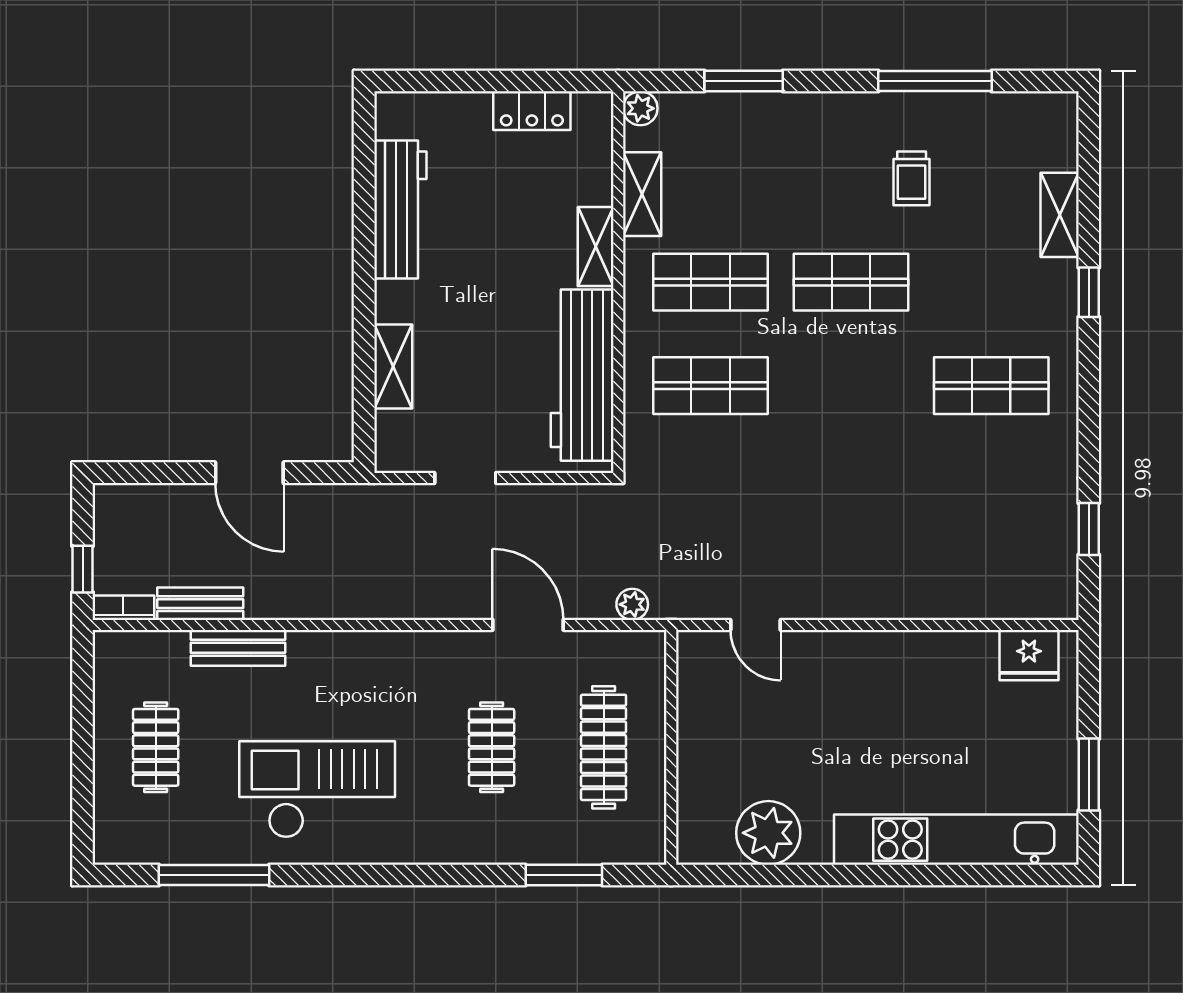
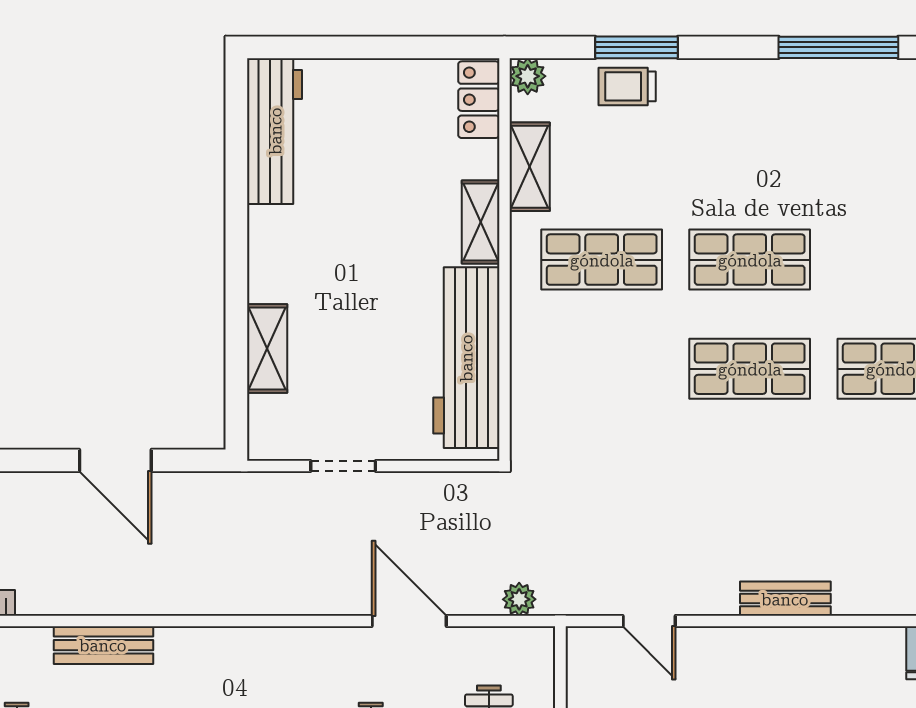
locker: (532, 111) -> (479, 100), moved, turned 90
trolley: (912, 178) -> (627, 86), moved, turned 90
workbench: (400, 209) -> (275, 131), moved
shop shelf: (710, 386) -> (750, 369), moved
bench: (200, 604) -> (785, 599), moved

